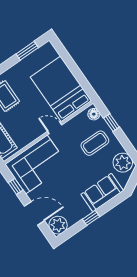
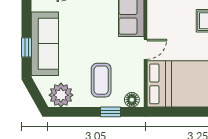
sofa: (102, 192) -> (45, 44), width x1.36
window: (91, 218) -> (26, 47), moved

